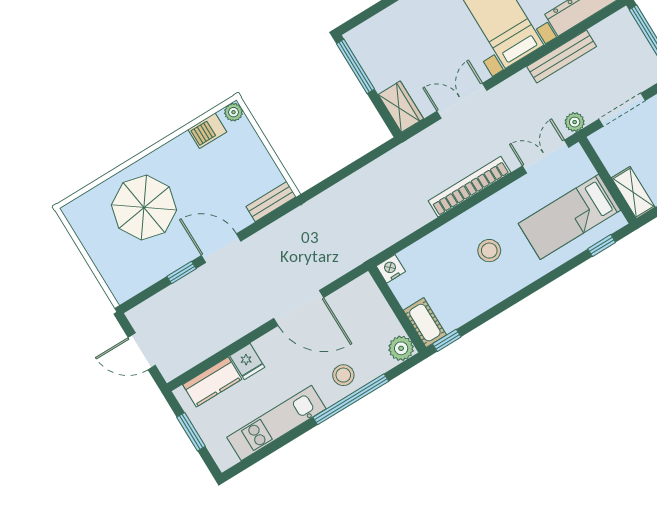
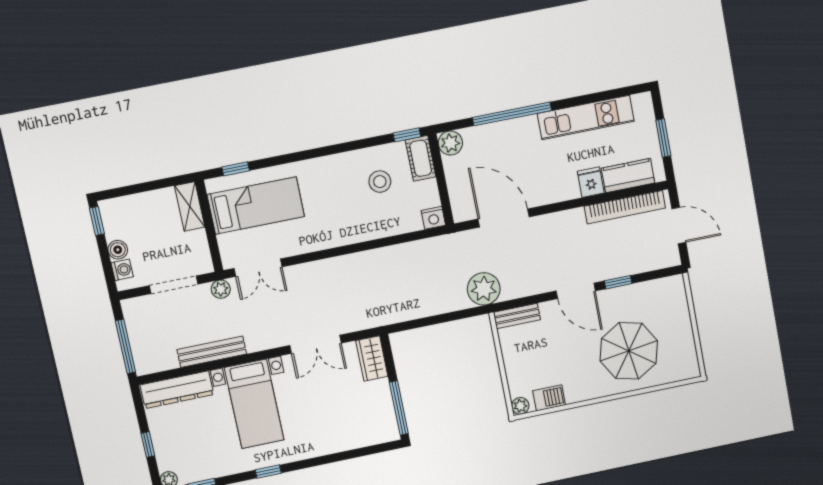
bookcase: (469, 187) -> (625, 207), moved
plant: (315, 217) -> (484, 289), added
stool: (489, 251) -> (380, 182), moved
door: (299, 308) -> (504, 218), moved
stool: (343, 375) -> (511, 138), removed

